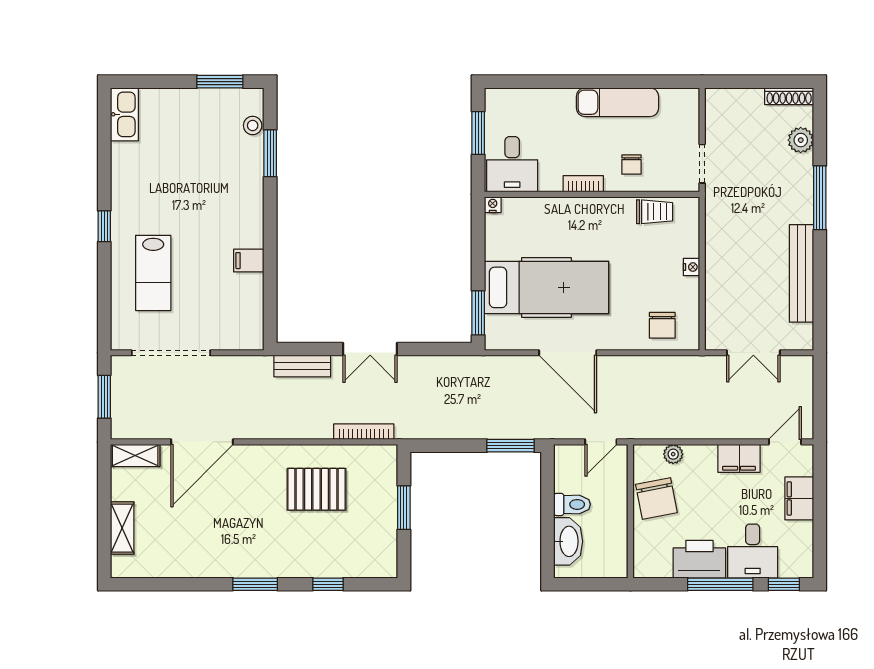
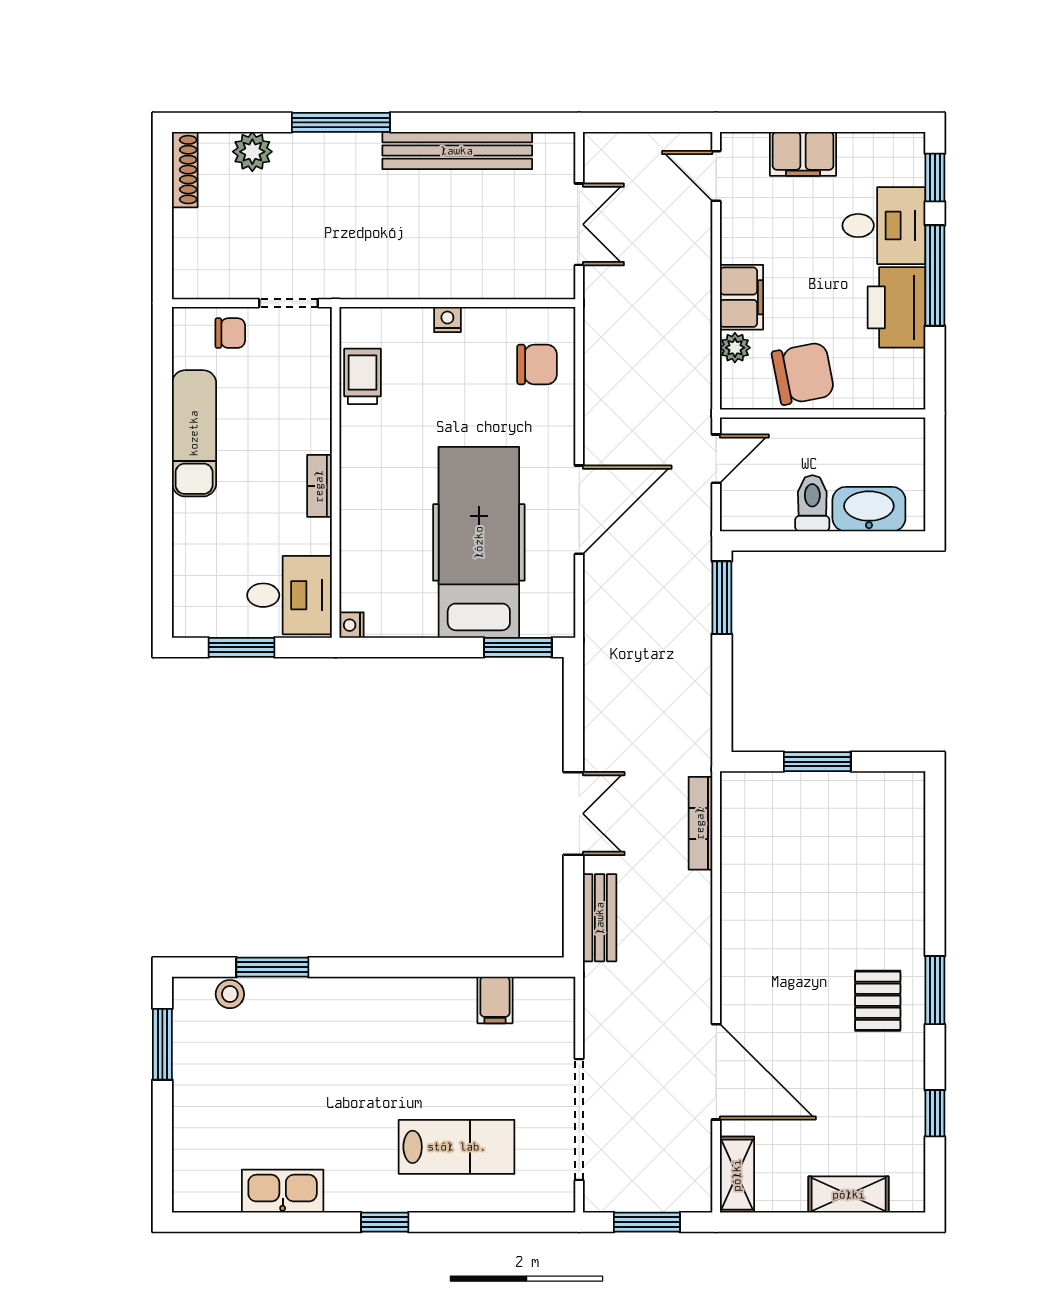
kitchen sink: (124, 114) -> (283, 1191), moved
chair: (631, 165) -> (230, 333), moved
filing cabinet: (249, 261) -> (495, 1000), moved
door: (601, 442) -> (716, 459), hinge flipped
filing cabinet: (739, 458) -> (742, 297), moved
pallet: (317, 489) -> (878, 1001), moved, width x0.67, depth x0.71
window: (328, 584) -> (935, 1113), moved

